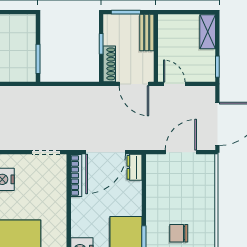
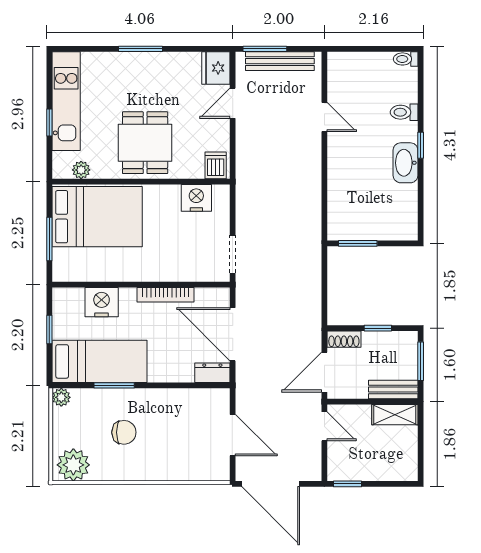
shelving: (208, 32) -> (395, 415), moved
shoe rack: (109, 64) -> (344, 339), width x0.70
door: (174, 84) -> (324, 426), hinge flipped
bookcase: (76, 175) -> (166, 295), moved
chair: (179, 233) -> (124, 432), turned 90

